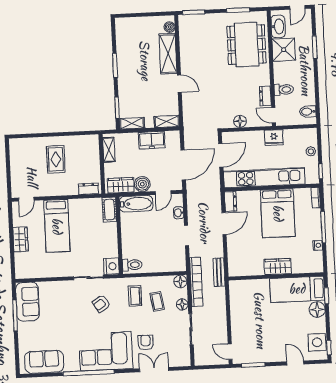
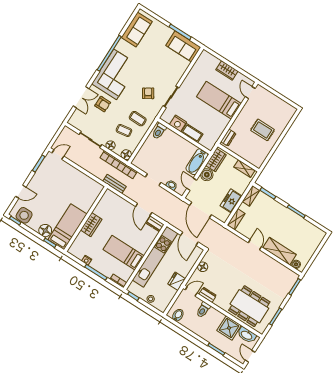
door: (179, 84) -> (255, 245), swing flipped
cot: (109, 210) -> (192, 133), moved
bed: (278, 213) -> (123, 253), width x0.67
nightstand: (111, 266) -> (178, 123), moved

